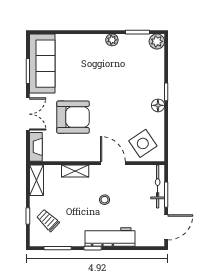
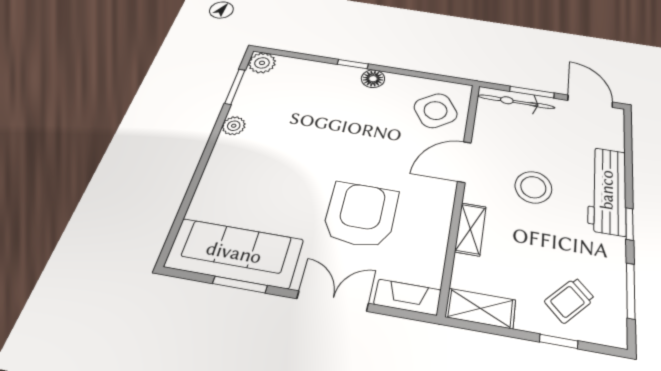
stool: (105, 200) -> (533, 187), width x1.89, depth x1.89

